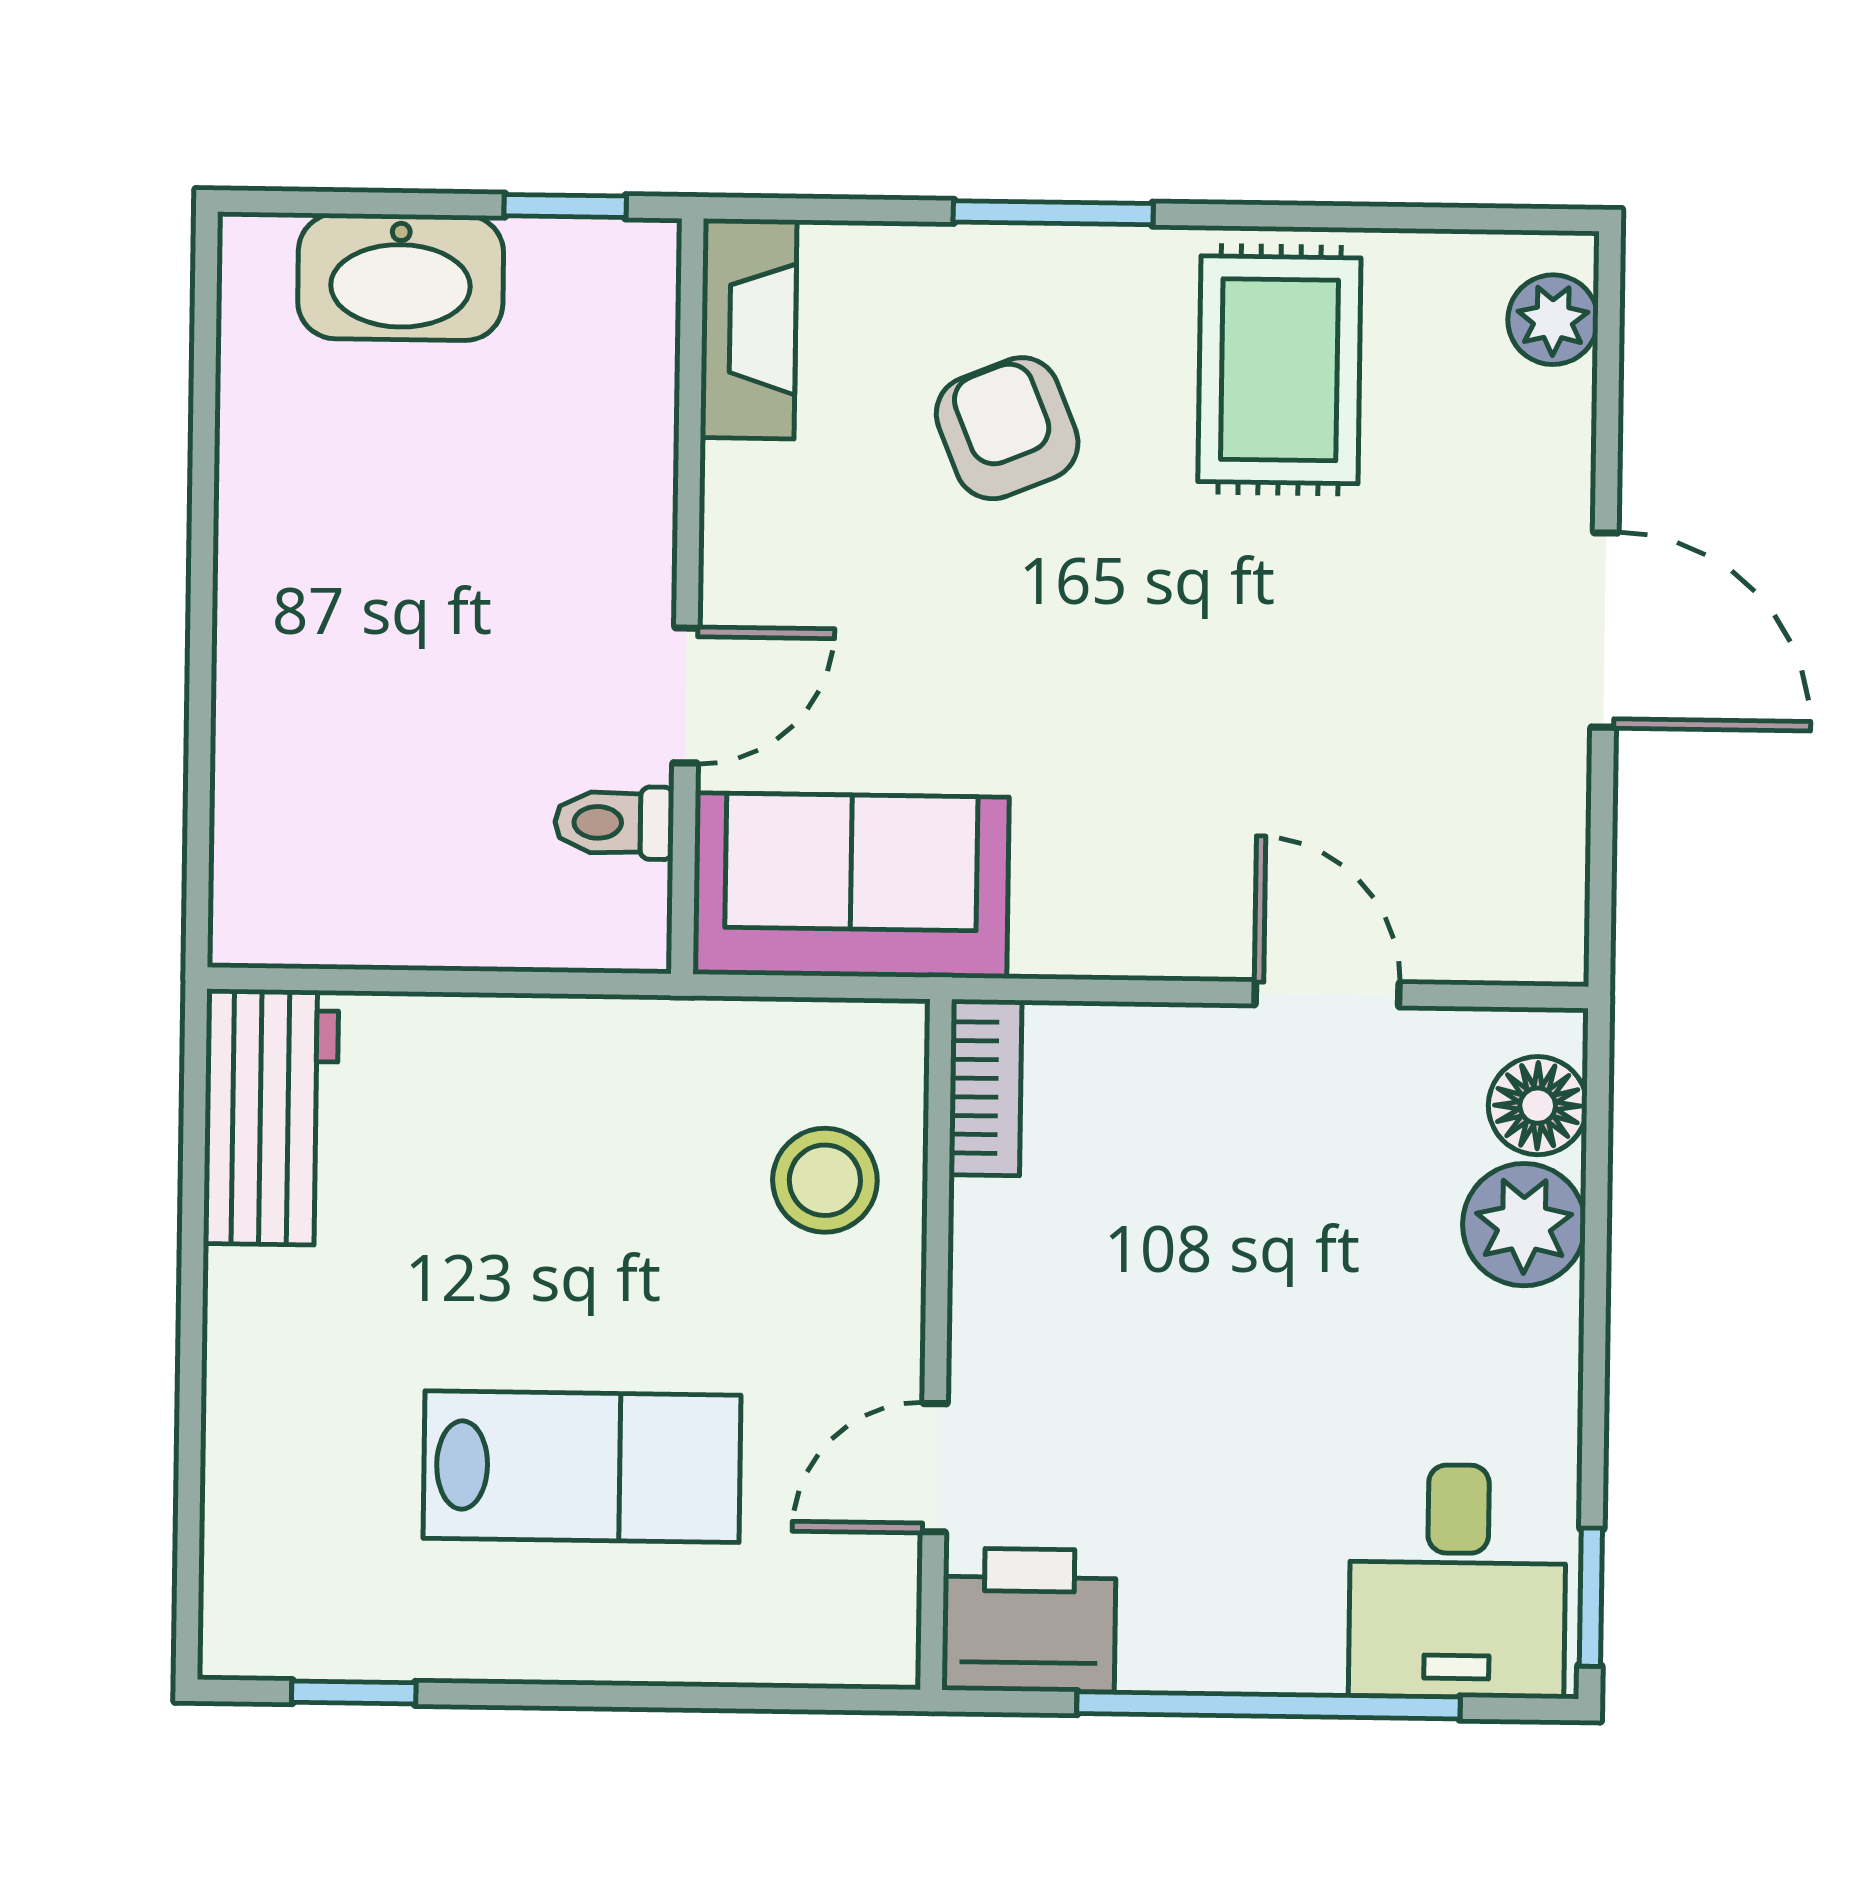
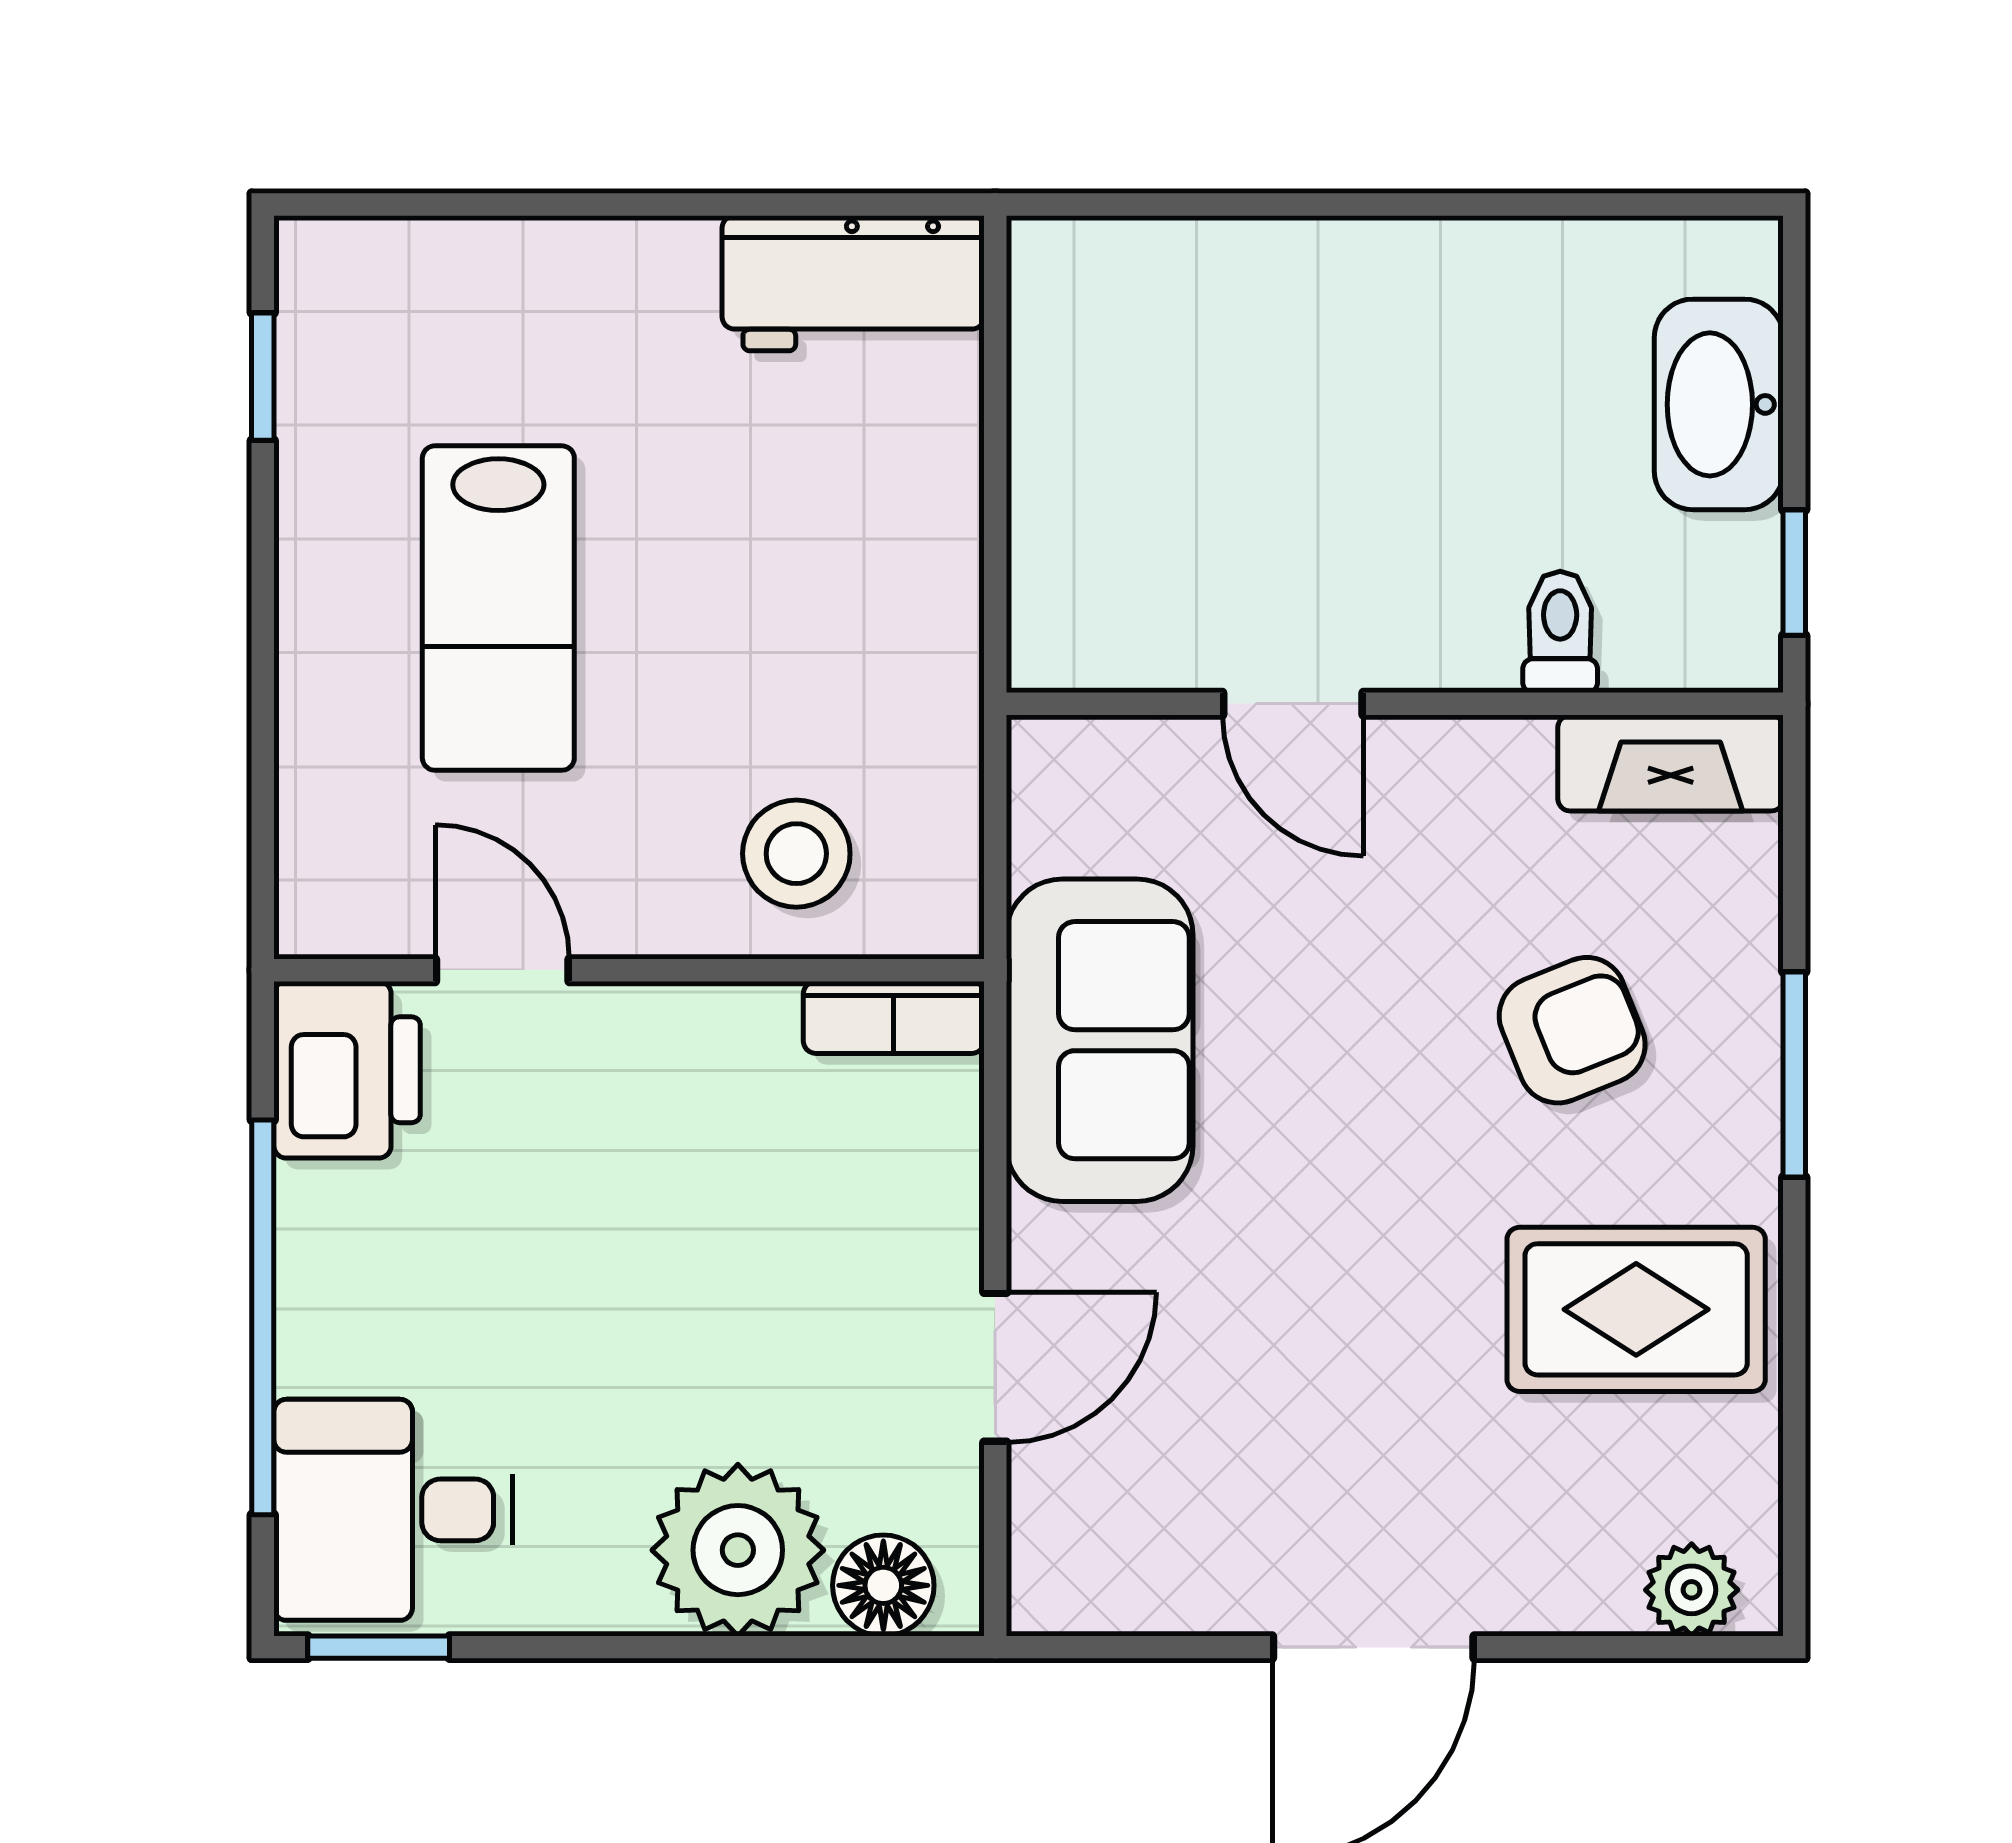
toilet: (614, 823) -> (1560, 632), moved
sofa: (851, 886) -> (1100, 1040), moved
plant: (1524, 1225) -> (738, 1550), width x1.36, depth x1.36

